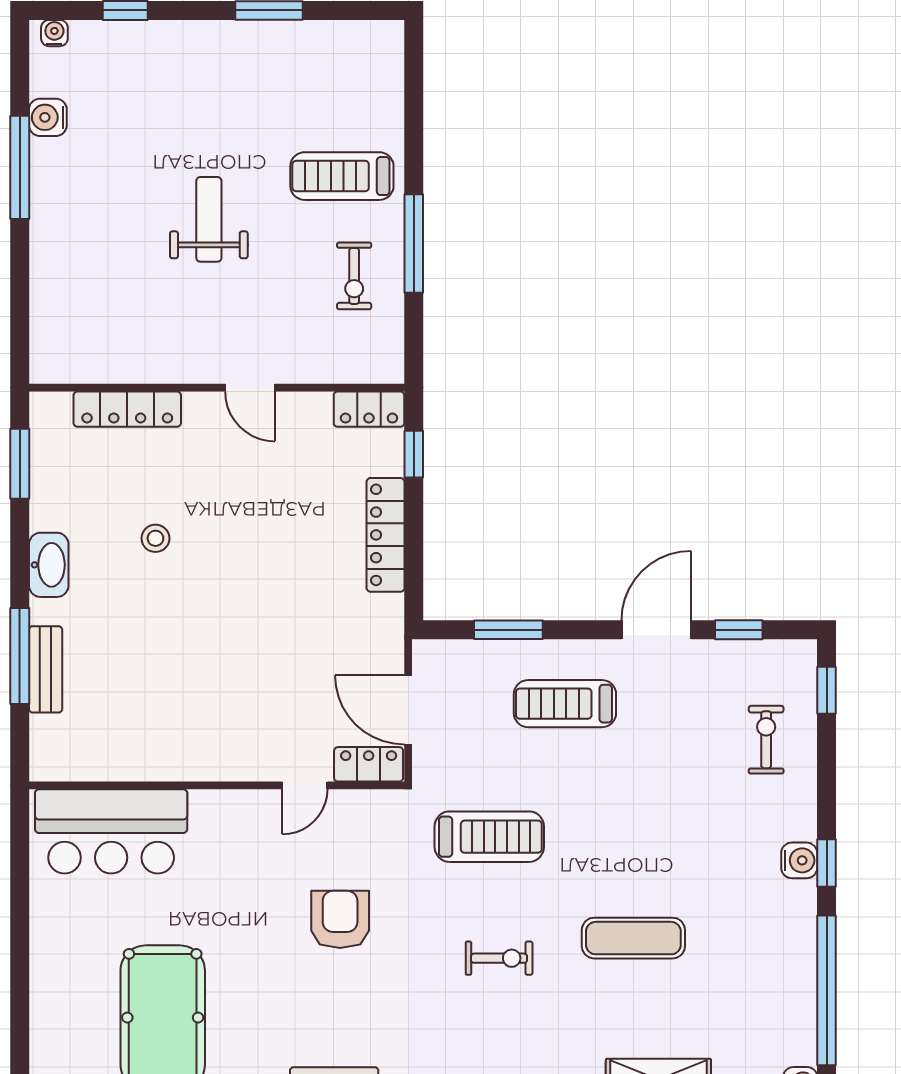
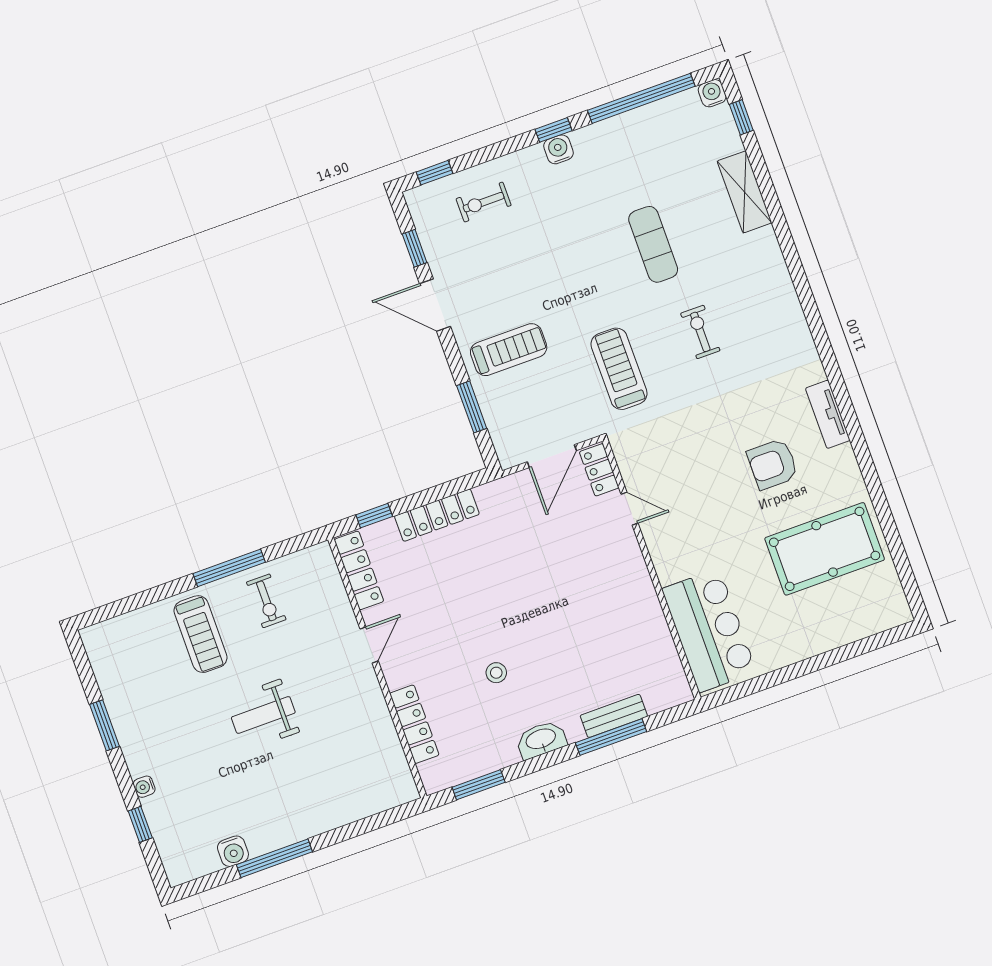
water cooler: (54, 33) -> (144, 787), moved
exercise bike: (354, 276) -> (266, 601), turned 90
locker: (369, 409) -> (359, 570), width x1.53
treadmill: (565, 704) -> (509, 350), turned -90
armchair: (340, 919) -> (773, 464), moved

